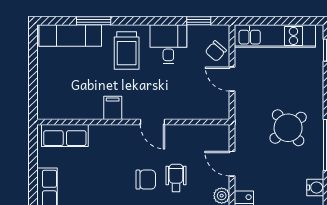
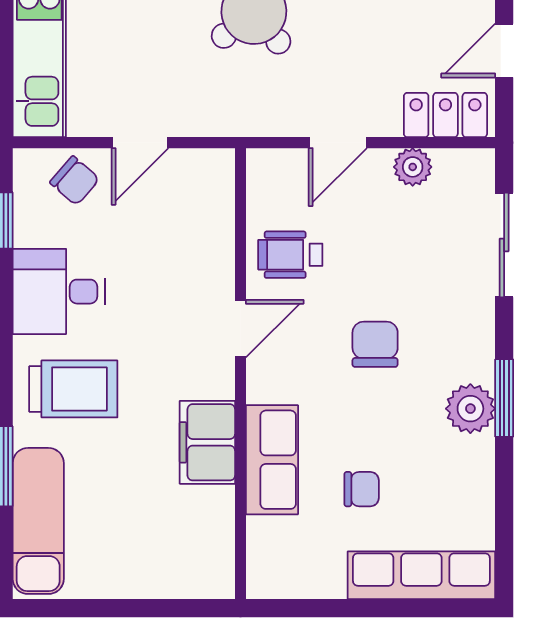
filing cabinet: (113, 108) -> (207, 442), width x2.00
row of seats: (65, 135) -> (272, 460), moved
chair: (84, 174) -> (362, 489), added
wheelchair: (176, 178) -> (290, 255), moved

